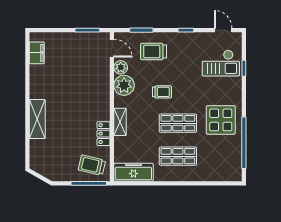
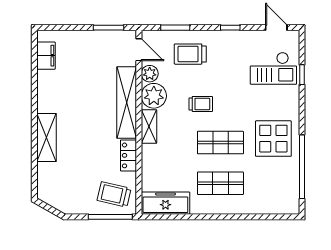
shelving: (102, 91) -> (127, 103), added
shelving: (120, 122) -> (149, 127), moved

